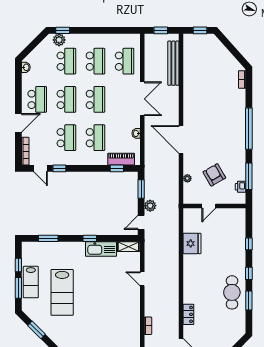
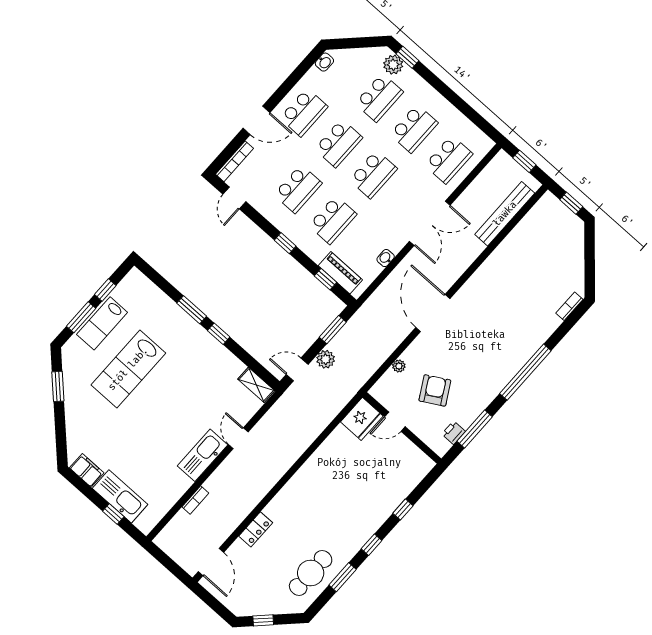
window: (59, 168) -> (285, 243), moved
window: (48, 238) -> (192, 310), moved
fridge: (192, 243) -> (362, 419), moved
kitchen sink: (101, 249) -> (202, 455), moved, turned 90
cafe table: (232, 292) -> (311, 573), moved

